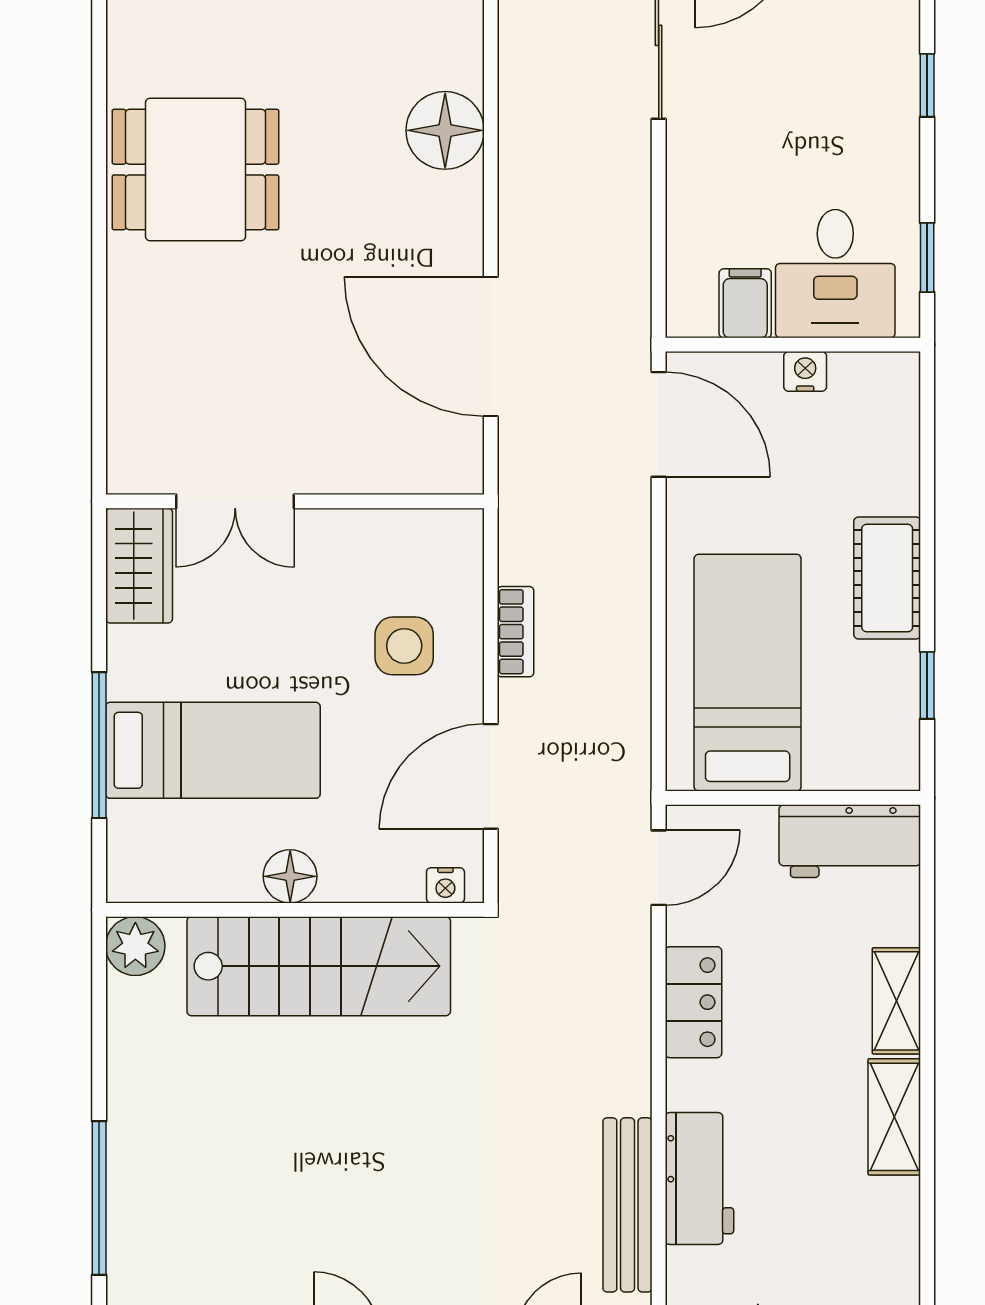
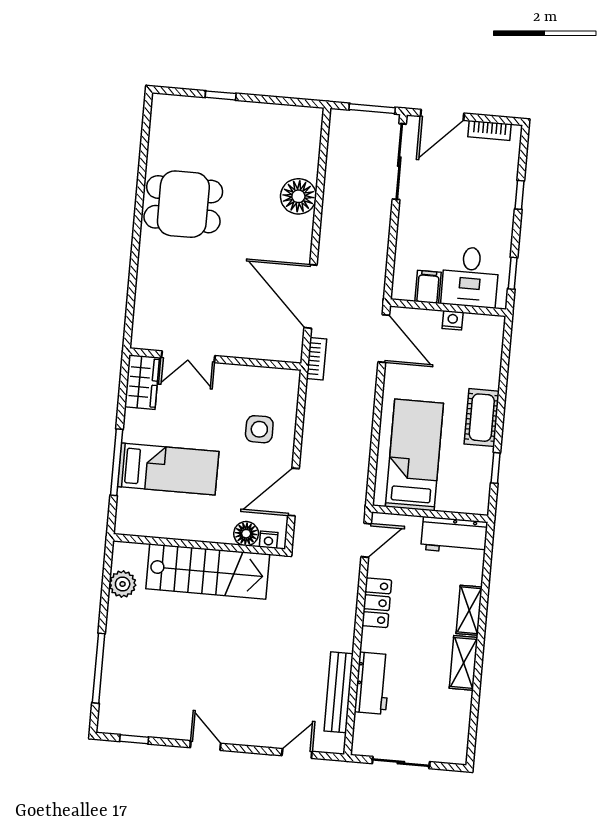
bookcase: (516, 632) -> (317, 359), moved
floor lamp: (290, 876) -> (246, 534), moved
plant: (135, 946) -> (123, 584), moved

